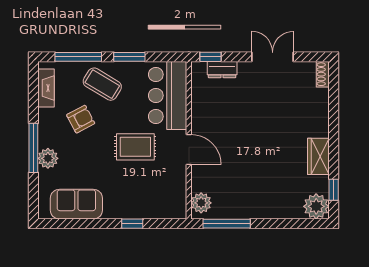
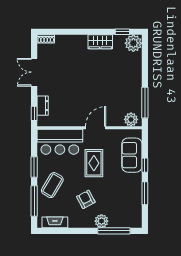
armchair: (81, 119) -> (86, 199), moved
window: (33, 148) -> (114, 231), moved
sofa: (76, 204) -> (132, 155), moved
window: (90, 224) -> (145, 193), added

